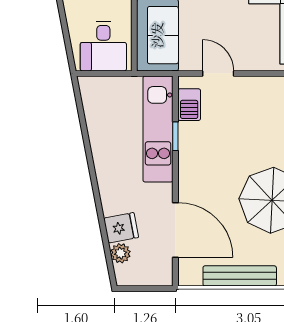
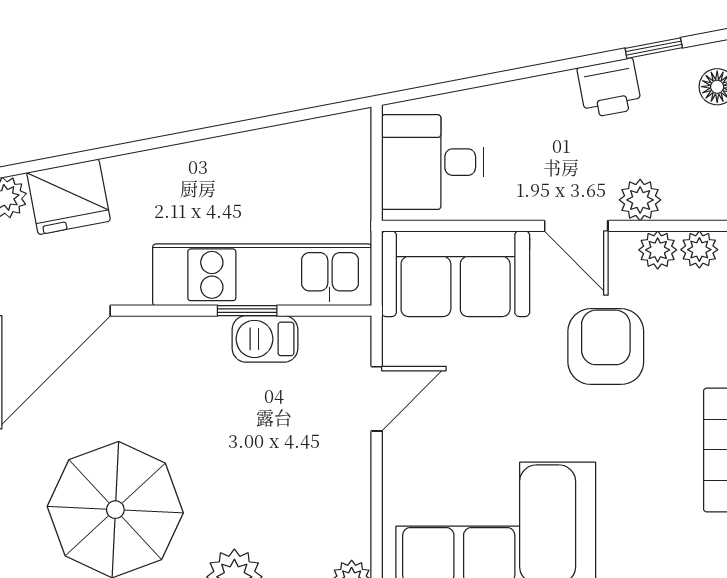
barbecue: (189, 105) -> (265, 339), moved
fridge: (121, 228) -> (69, 197), width x1.38

